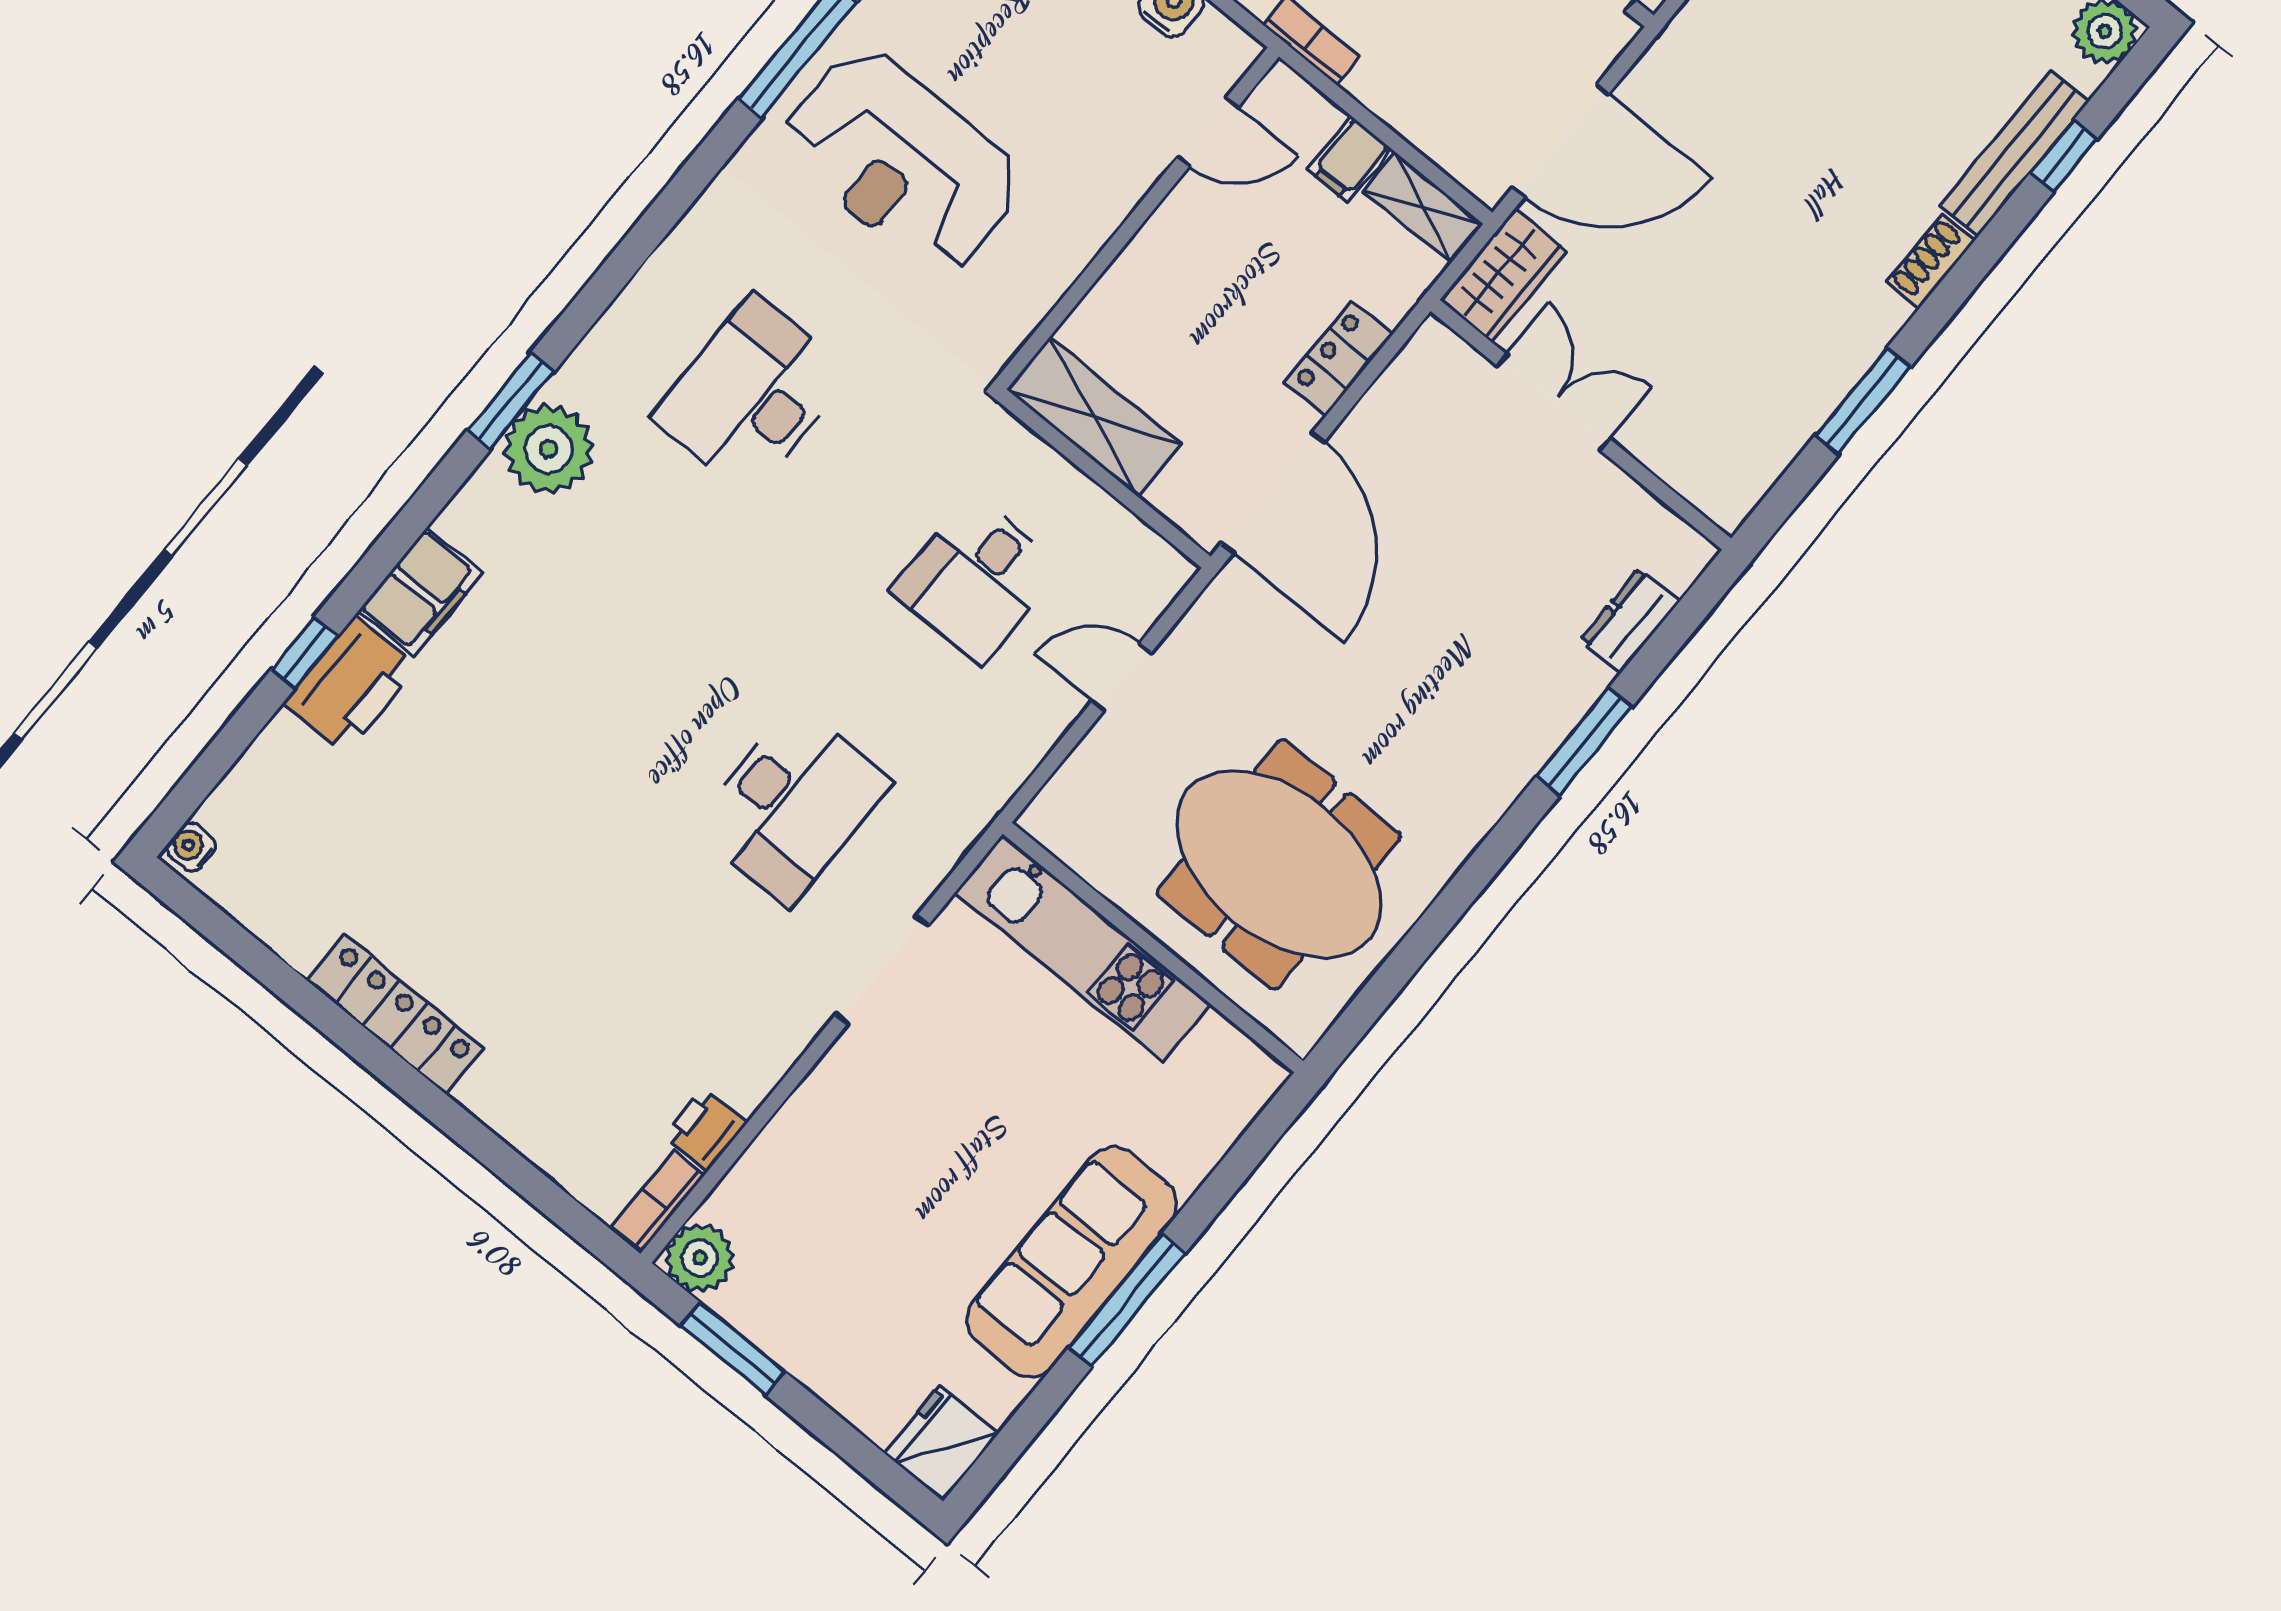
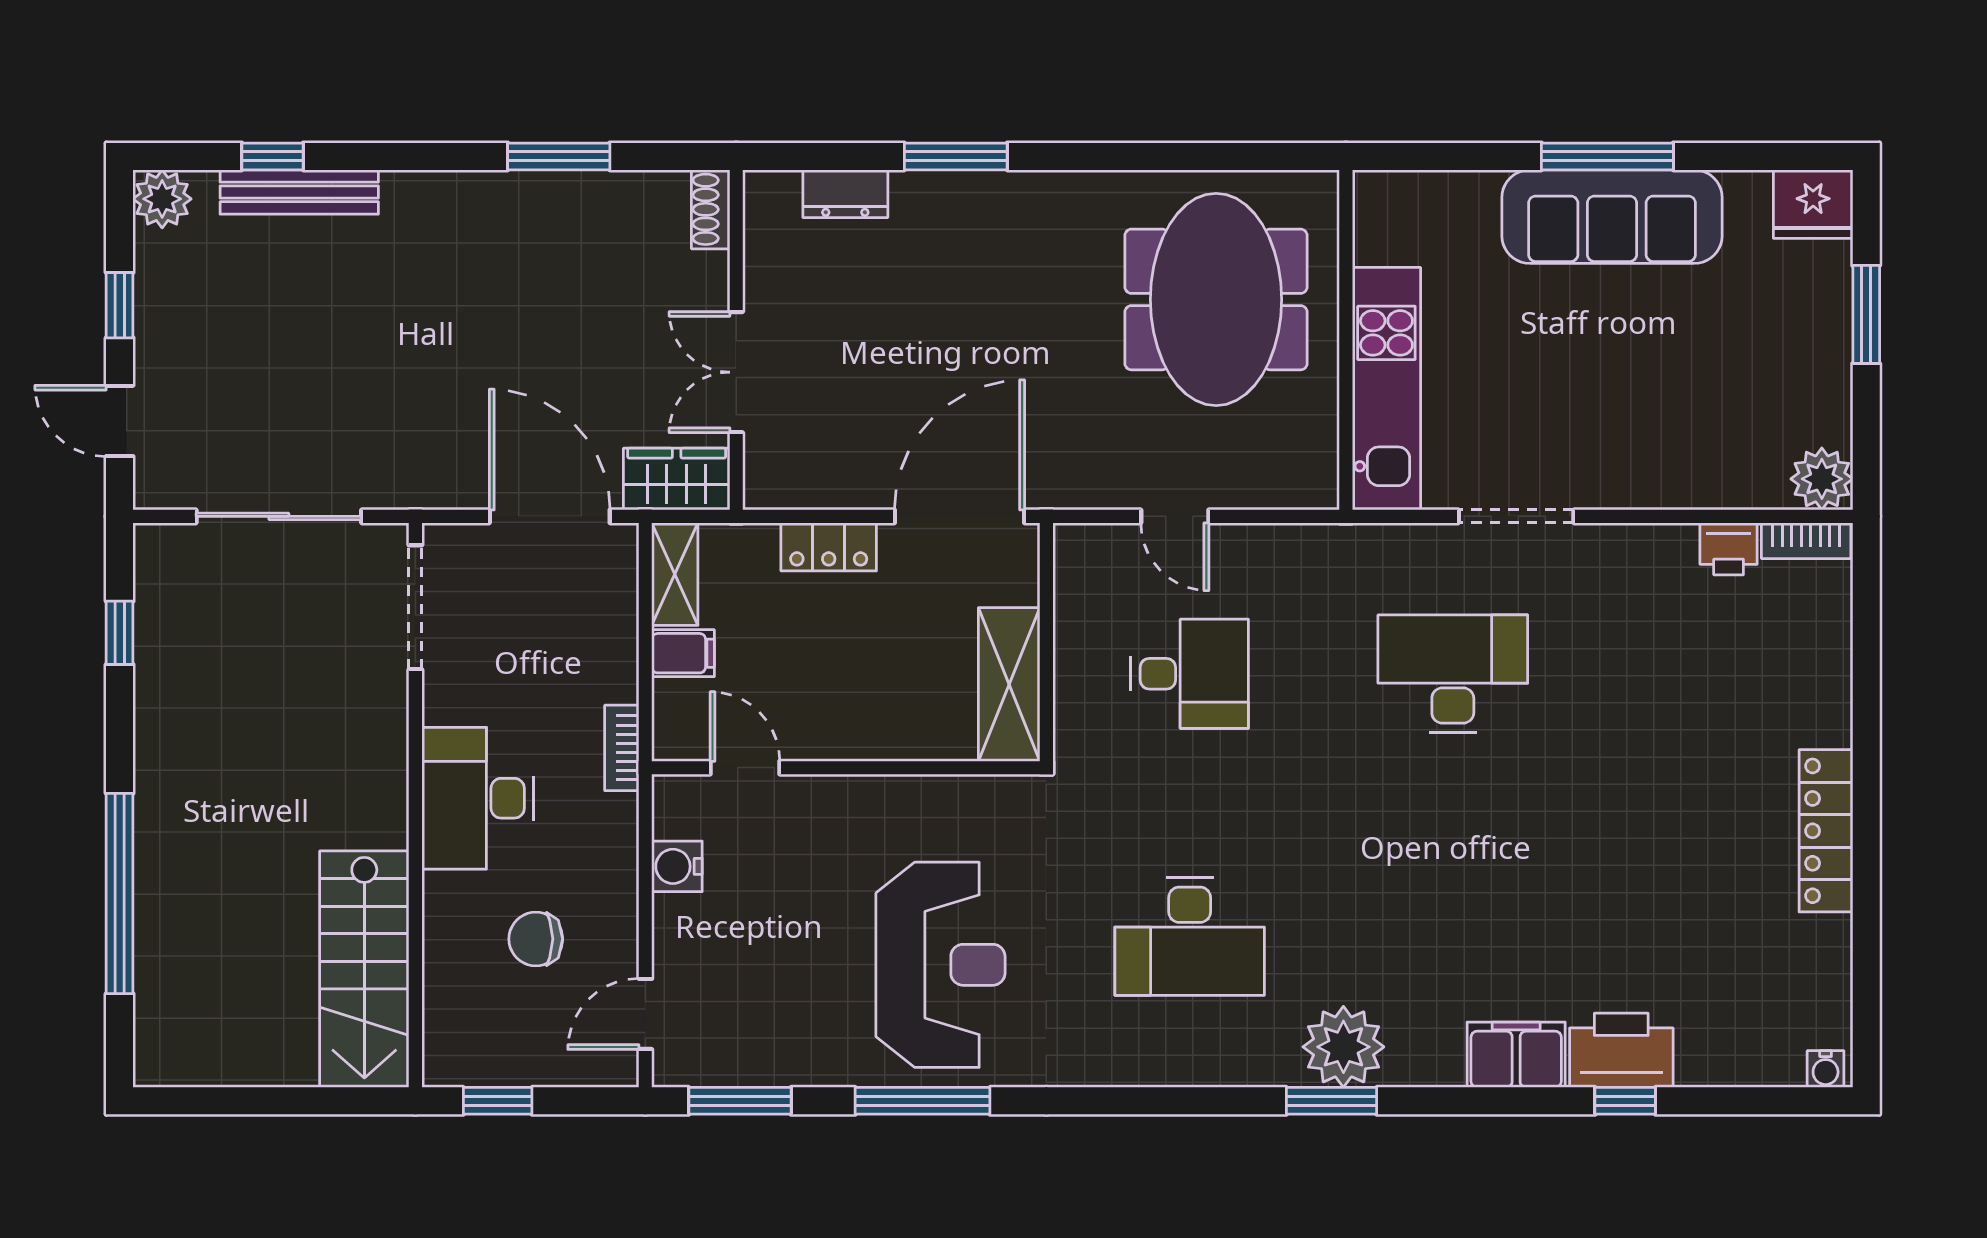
shoe rack: (1931, 261) -> (711, 209), moved, turned 90
window: (733, 1349) -> (1866, 314), moved

